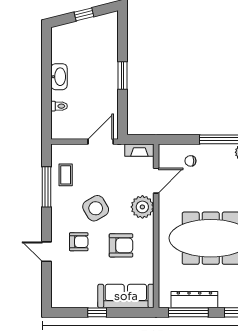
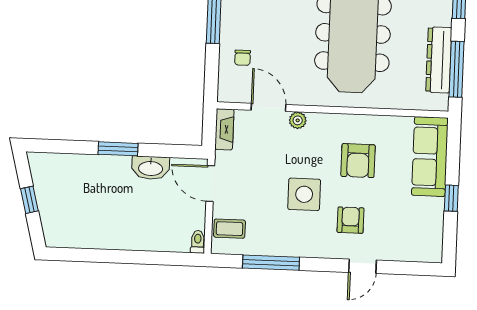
washbasin: (59, 77) -> (151, 168), moved, turned 180
toilet: (59, 106) -> (198, 242), moved
coffee table: (66, 175) -> (229, 229), moved
plant: (142, 207) -> (298, 120), width x0.53, depth x0.53
side table: (96, 208) -> (304, 194), turned 30
armchair: (121, 245) -> (358, 161), turned 180

